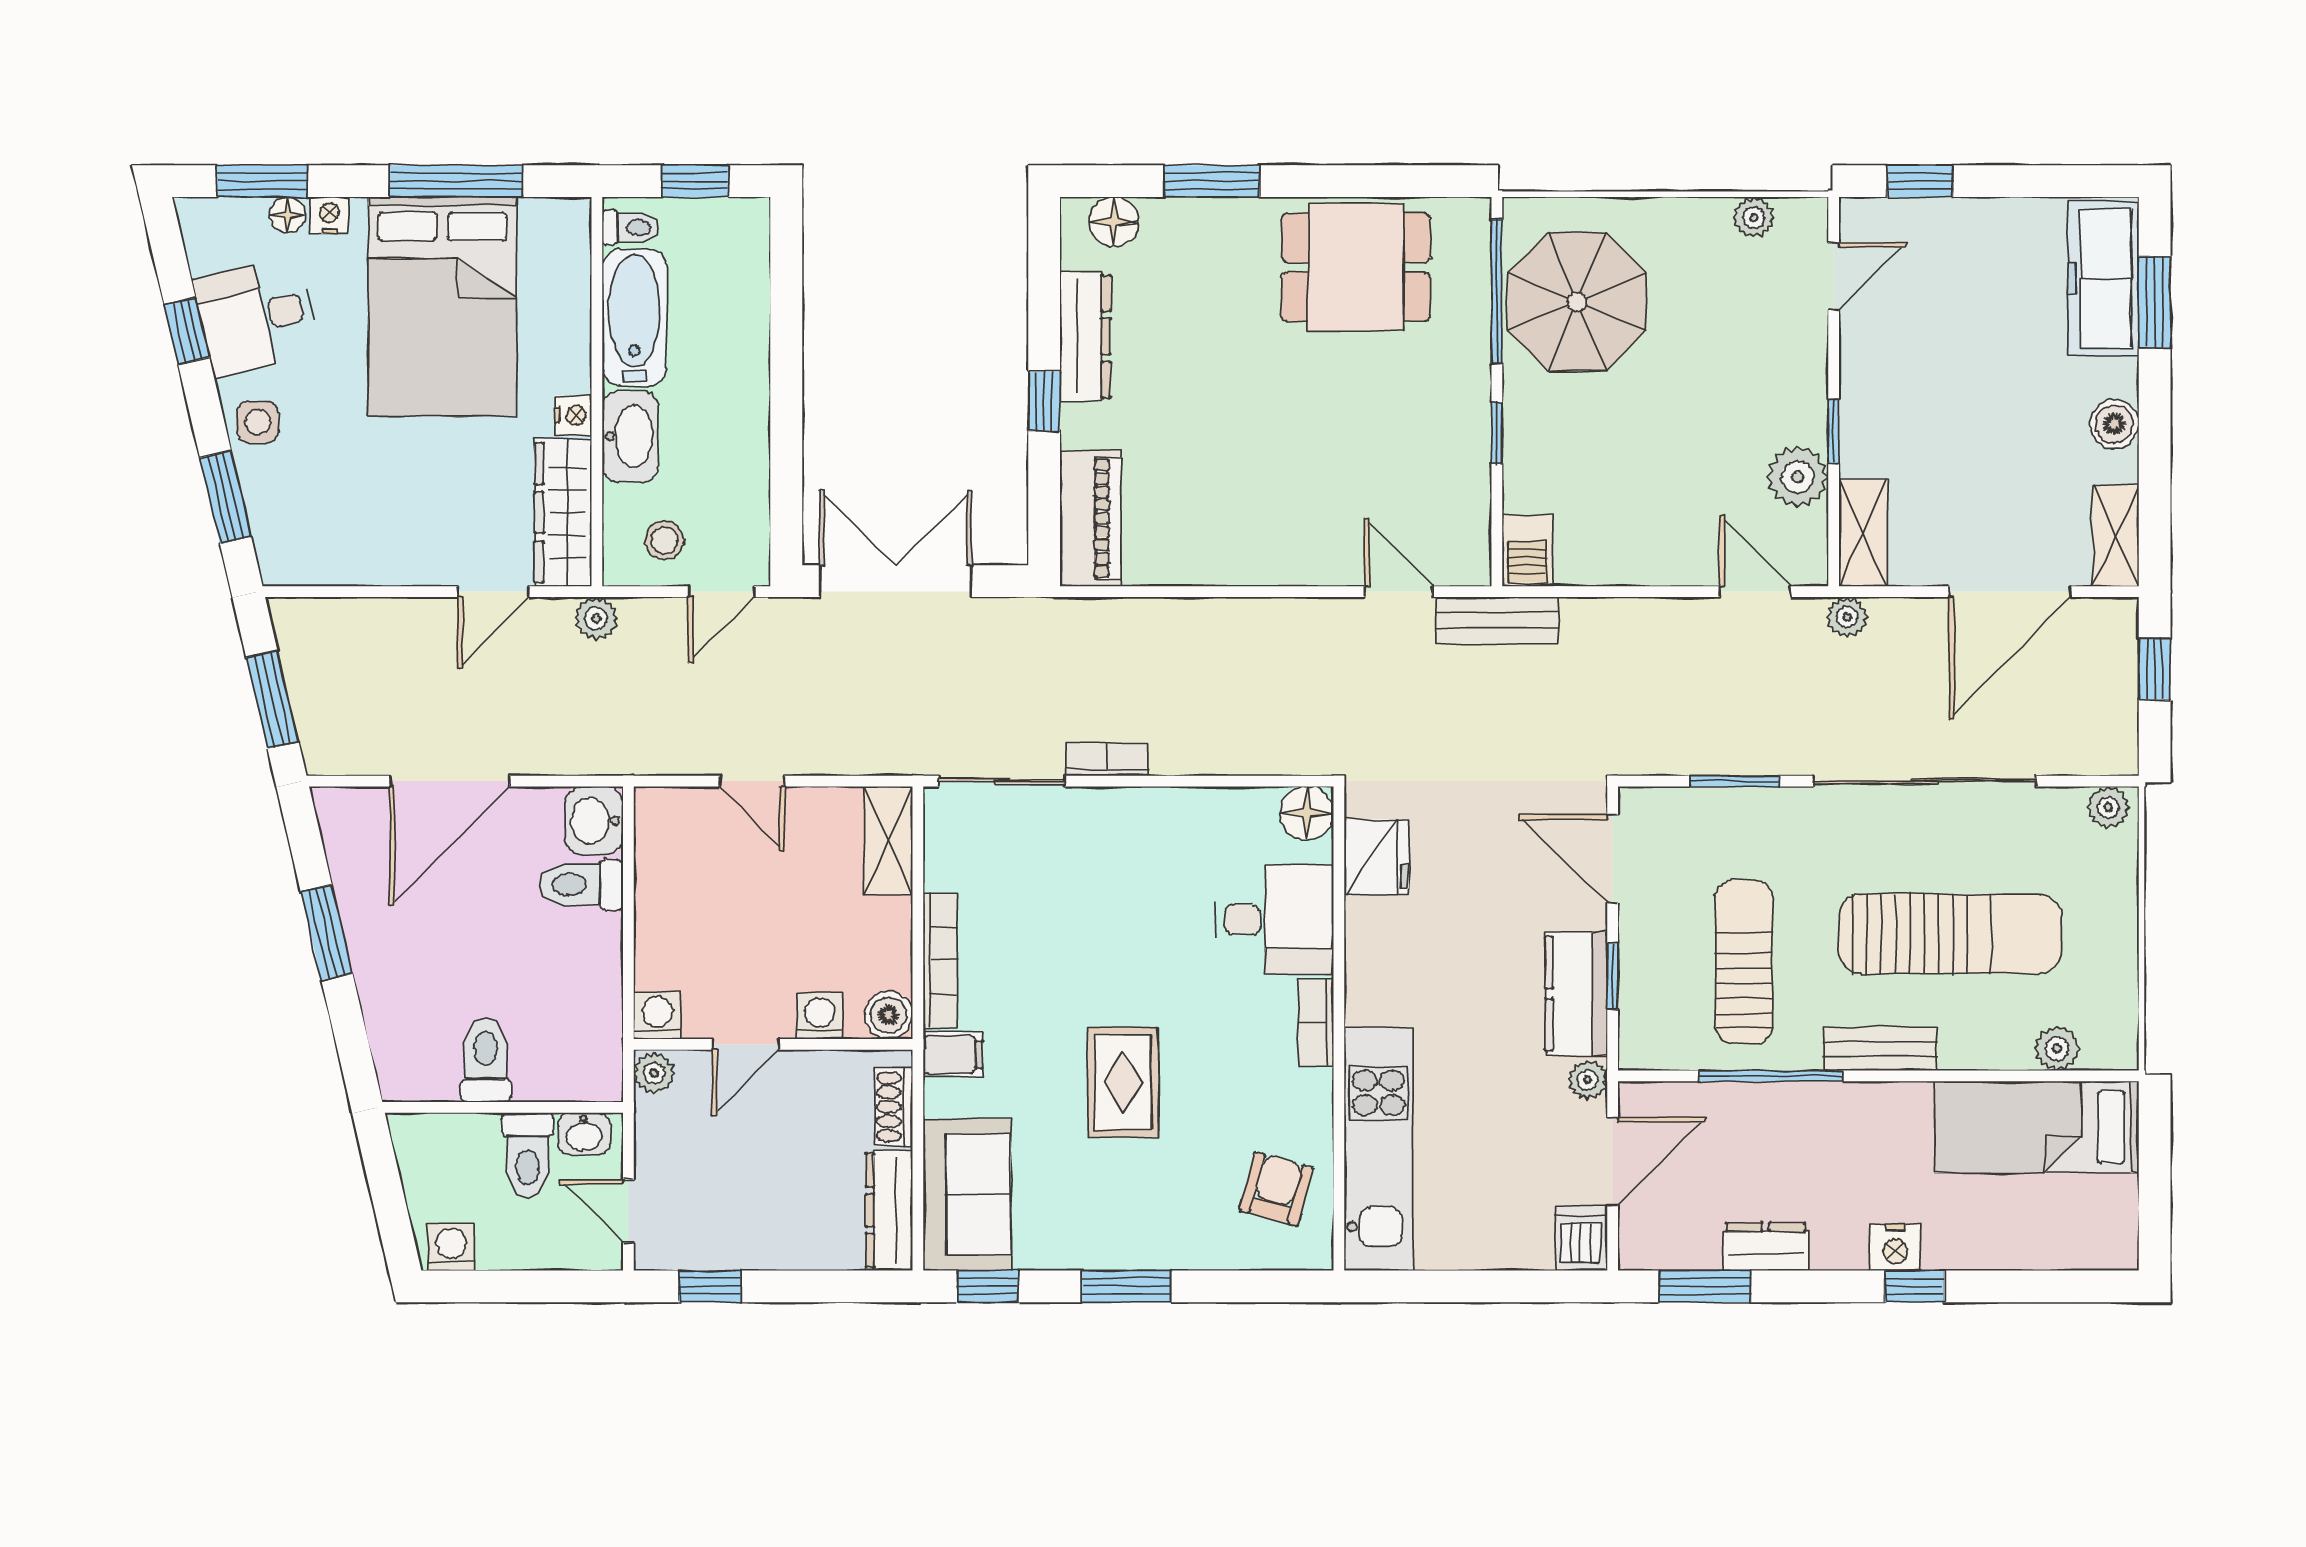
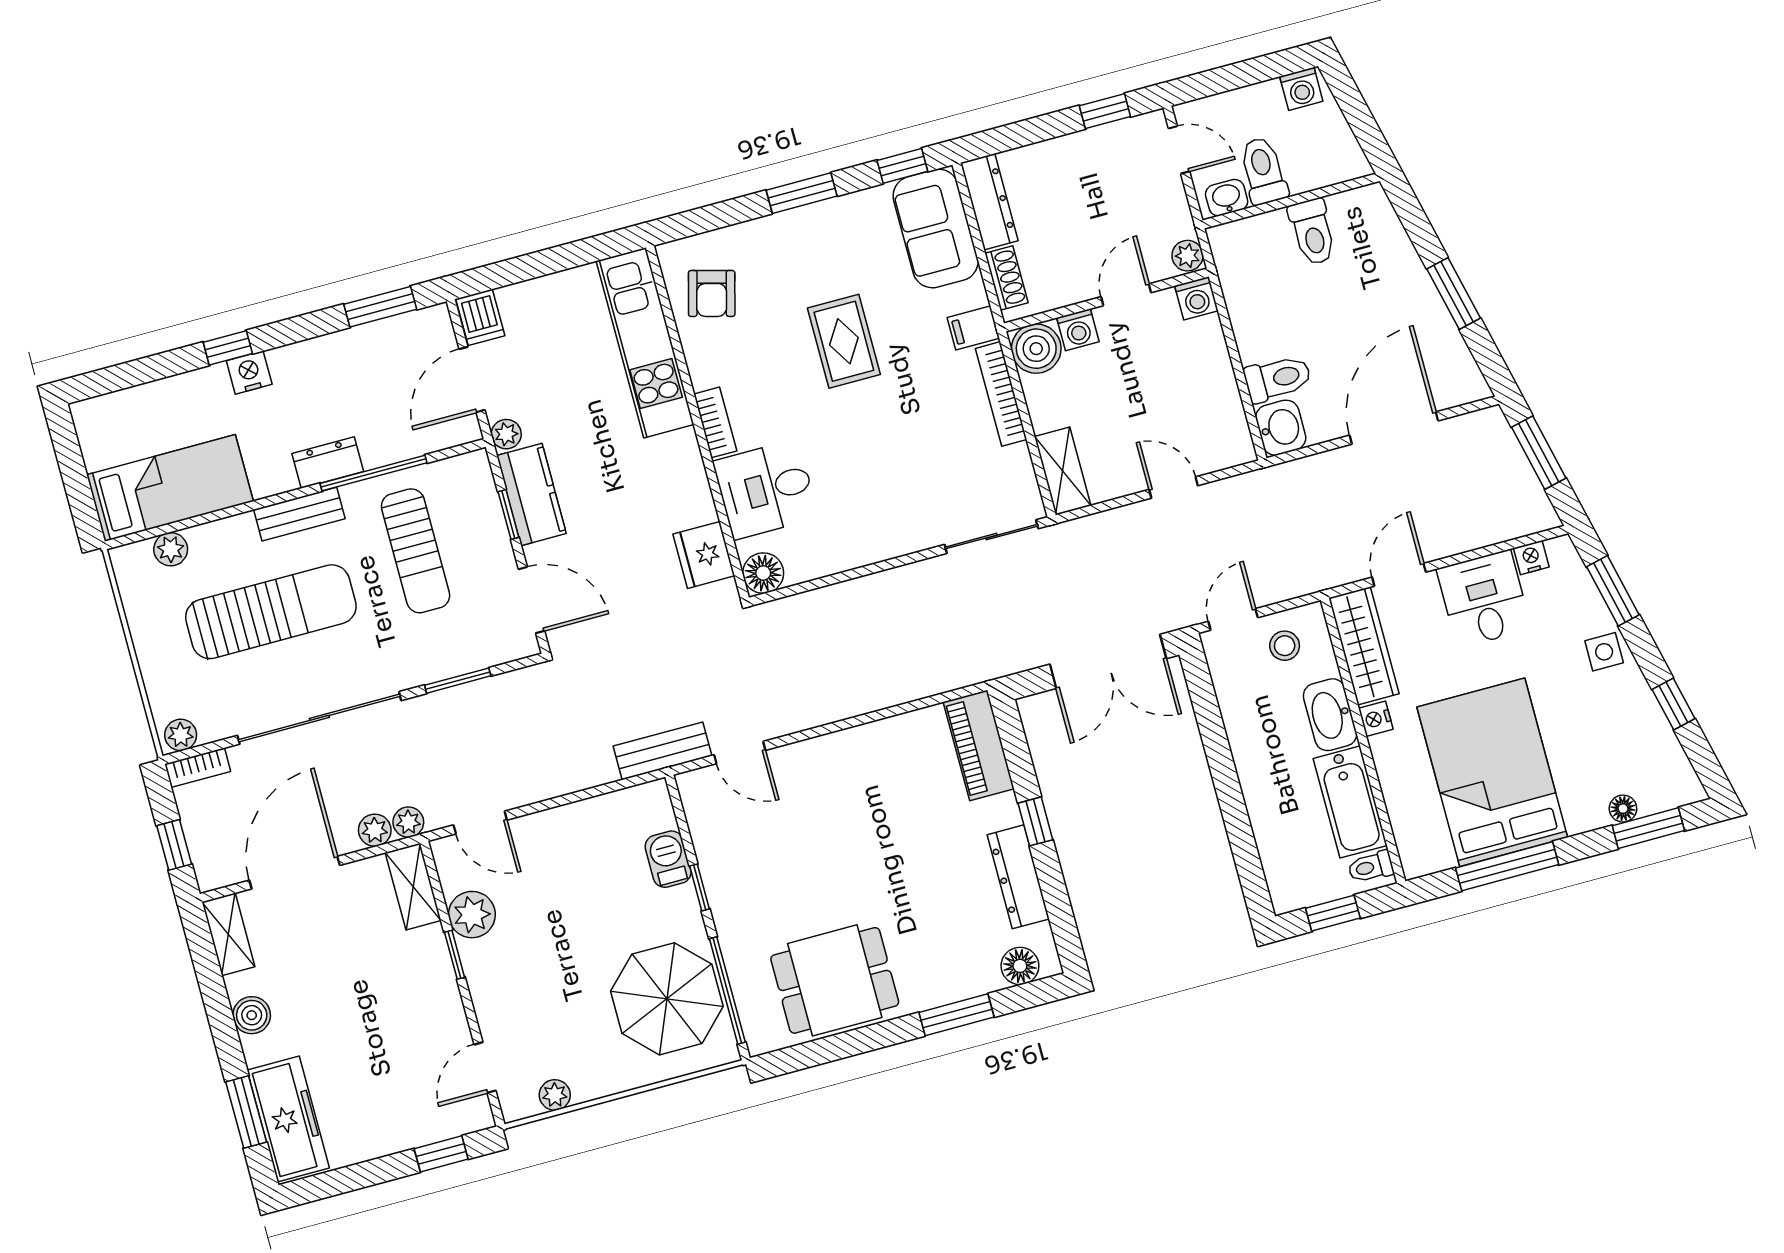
nightstand: (329, 215) -> (1531, 558), moved, turned 180
desk: (256, 317) -> (1484, 599), moved, turned -77
barbecue: (1527, 551) -> (668, 859), moved
plant: (596, 618) -> (375, 830), moved
bookcase: (1107, 759) -> (198, 768), moved
sun lounger: (1950, 934) -> (271, 612), turned 180
boiler: (889, 1015) -> (1036, 349), width x1.36, depth x1.36
dresser: (1766, 1247) -> (328, 462), moved, turned 180

